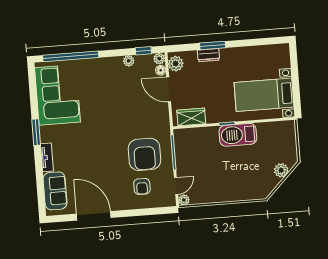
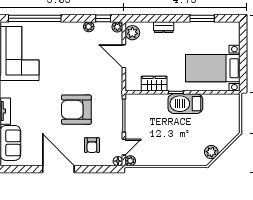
window: (213, 45) -> (202, 18), moved
floor lamp: (161, 70) -> (118, 161), moved
wardrobe: (191, 117) -> (154, 84), moved
armchair: (144, 154) -> (76, 110), moved, turned 90
plant: (281, 170) -> (211, 152), moved
door: (94, 216) -> (58, 169), moved

